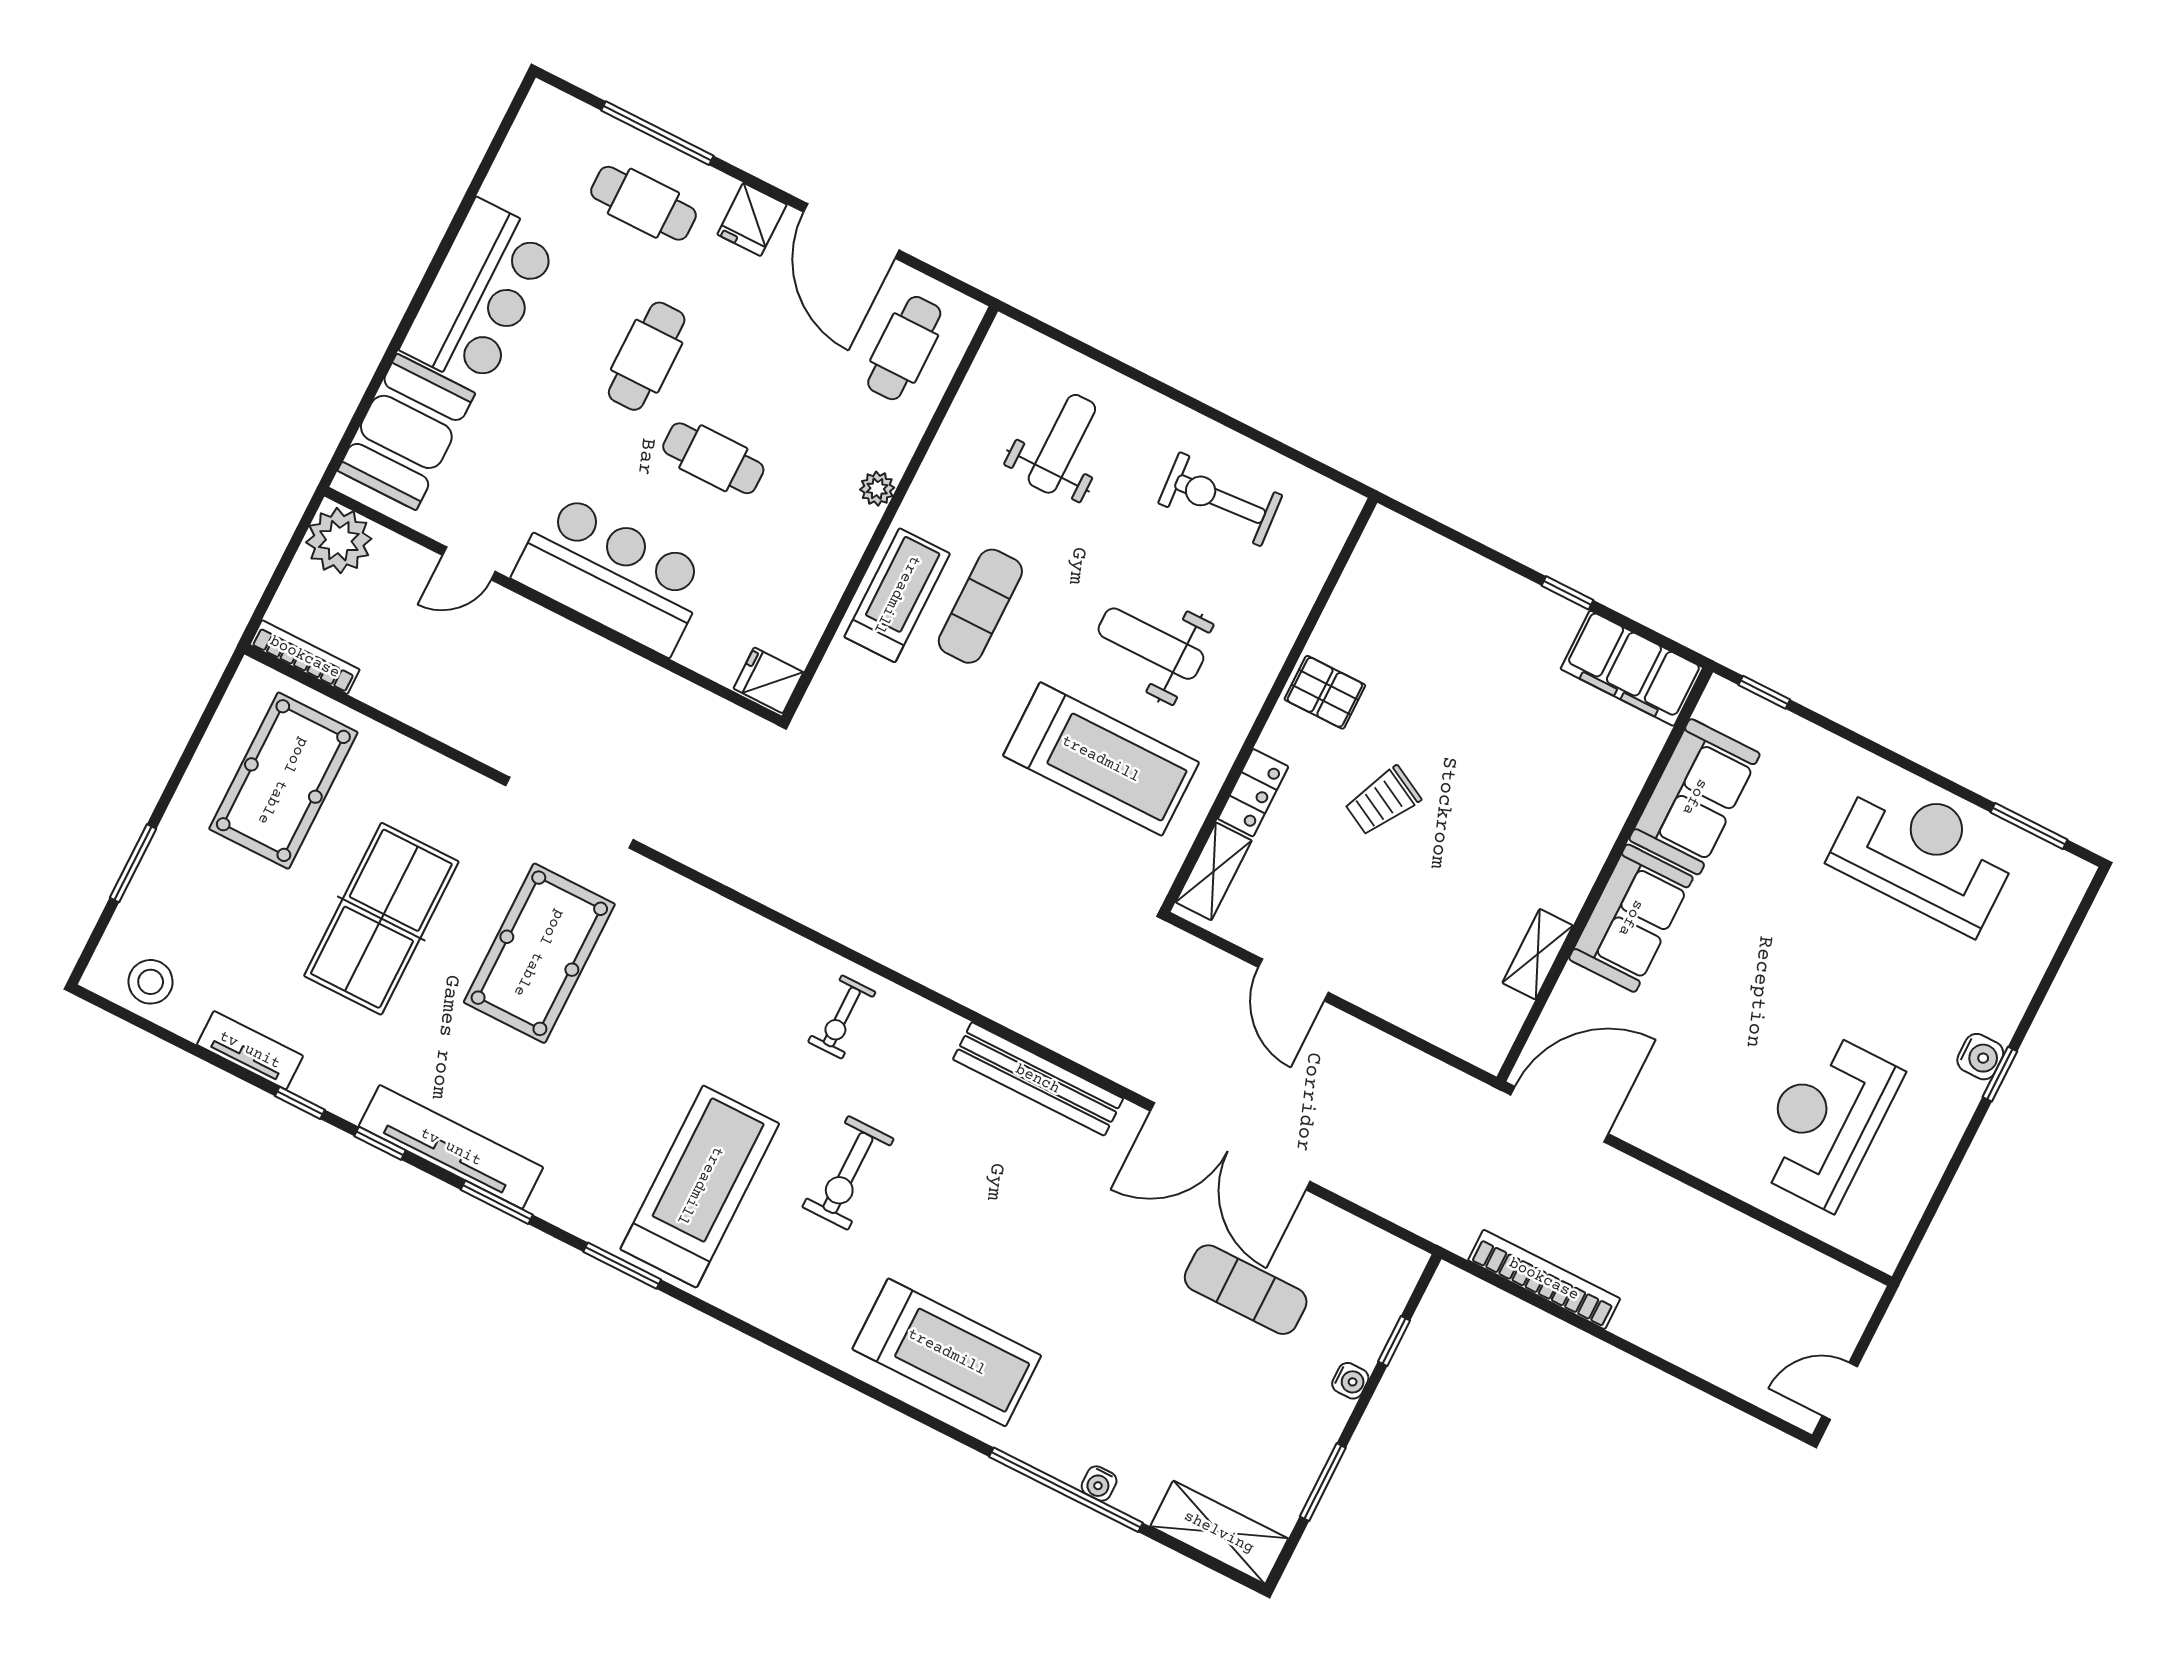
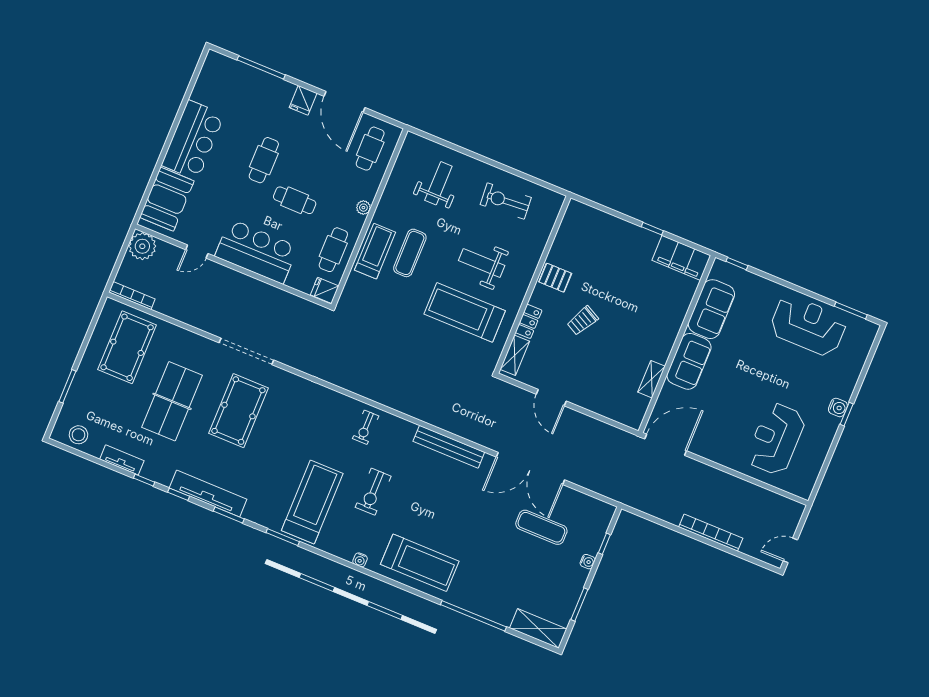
cafe table: (643, 203) -> (333, 250), moved, turned 90
treadmill: (1101, 759) -> (465, 312), turned 180
bookcase: (1544, 1279) -> (711, 533), moved
water cooler: (1099, 1484) -> (360, 560), moved

